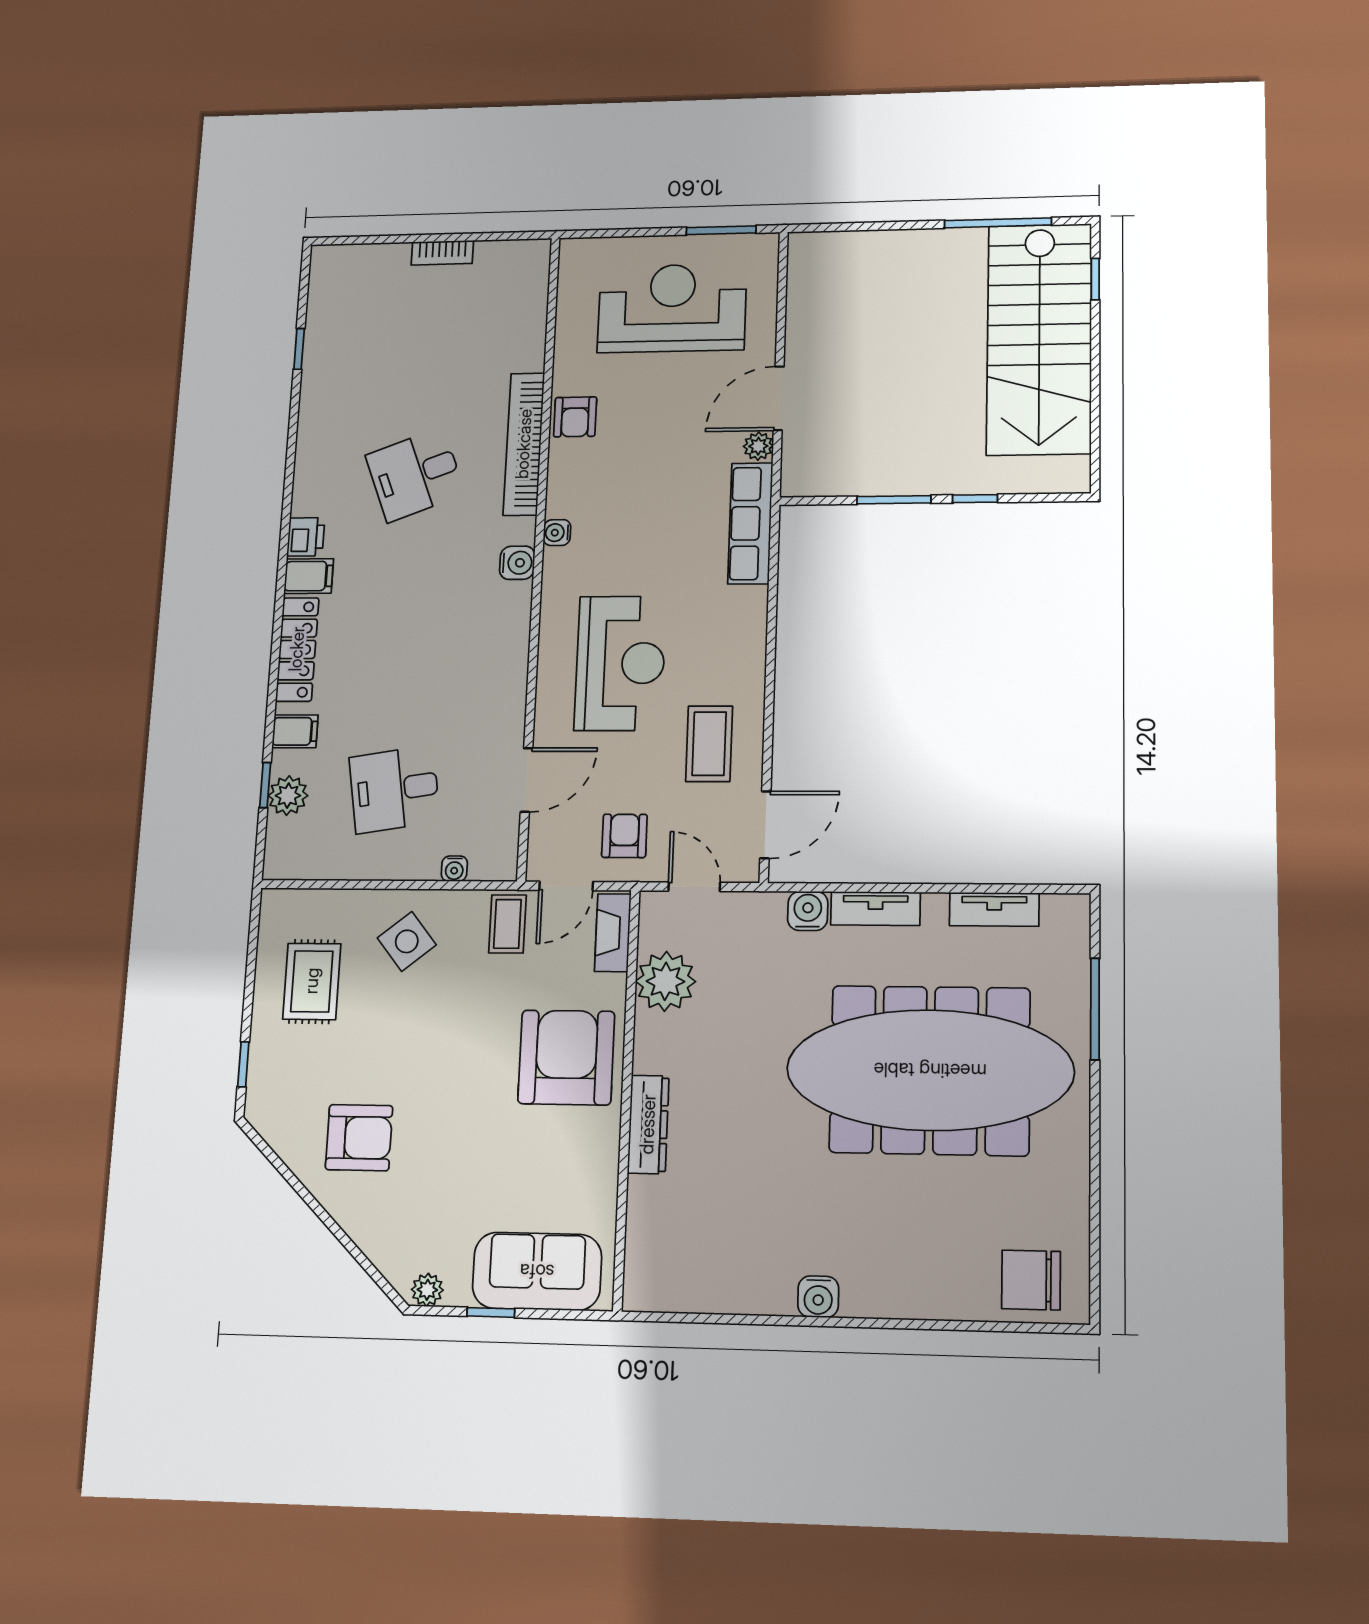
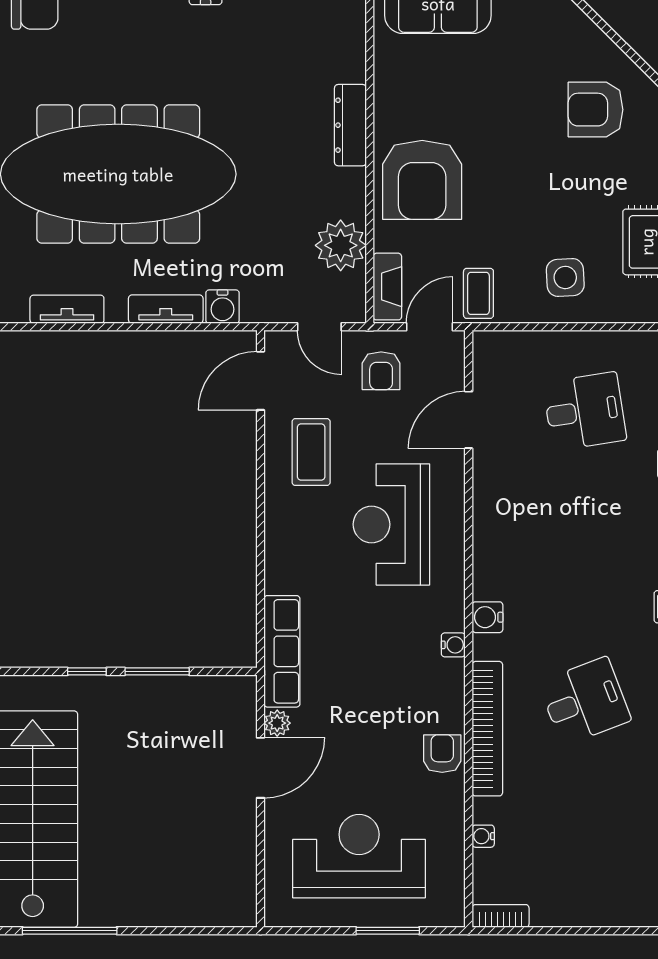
window: (721, 230) -> (388, 931), moved
bookcase: (442, 253) -> (501, 916), moved
reception desk: (672, 308) -> (359, 856), turned 180
water cooler: (454, 869) -> (483, 836), moved, turned -90
side table: (407, 941) -> (565, 277), turned 36

